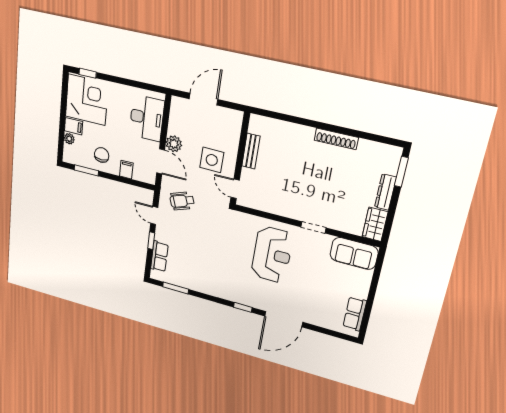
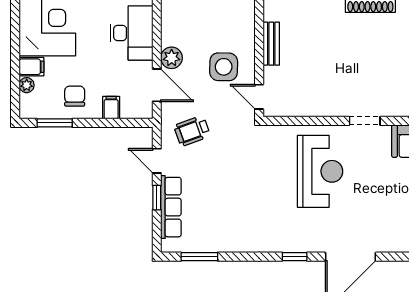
row of seats: (159, 256) -> (171, 207), width x1.48

